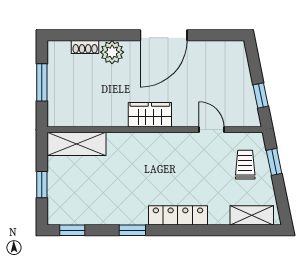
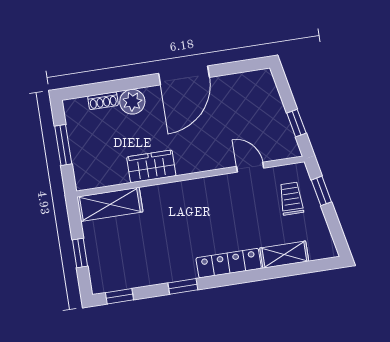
wardrobe: (150, 115) -> (151, 166), moved
shelving: (252, 215) -> (284, 255), moved

